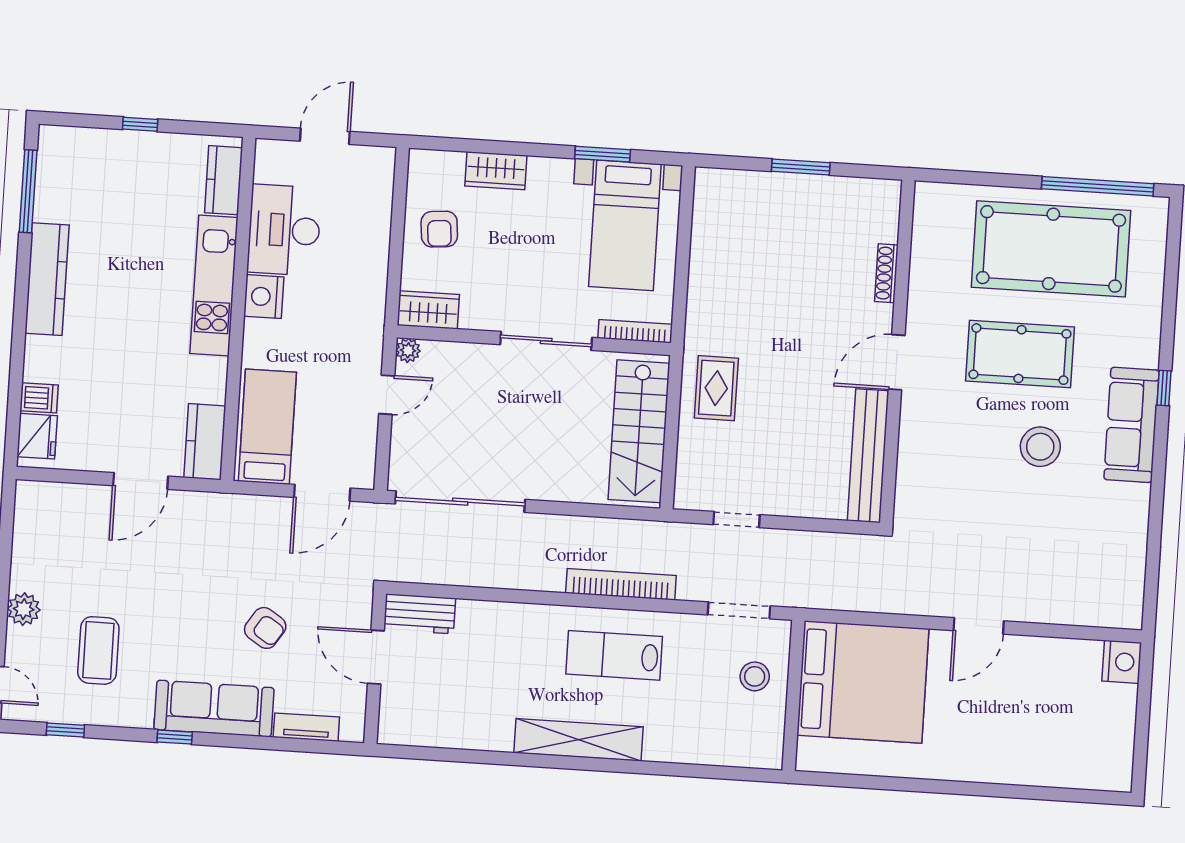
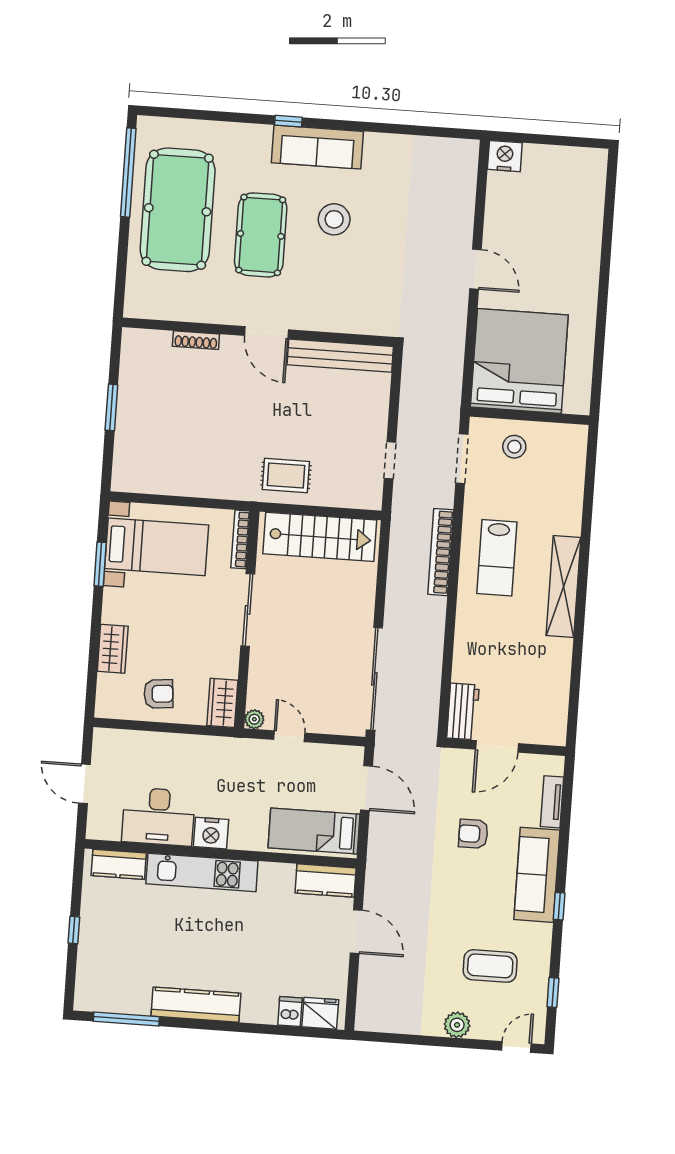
armchair: (265, 628) -> (473, 834), turned -123

